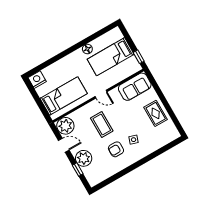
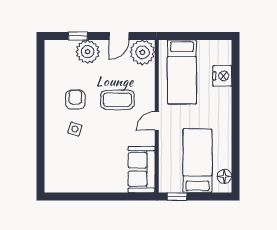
floor lamp: (87, 49) -> (224, 176), moved
nightstand: (37, 80) -> (222, 76), moved
rug: (156, 113) -> (92, 176), removed

